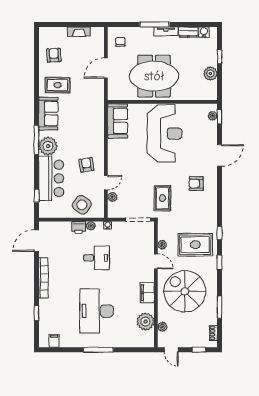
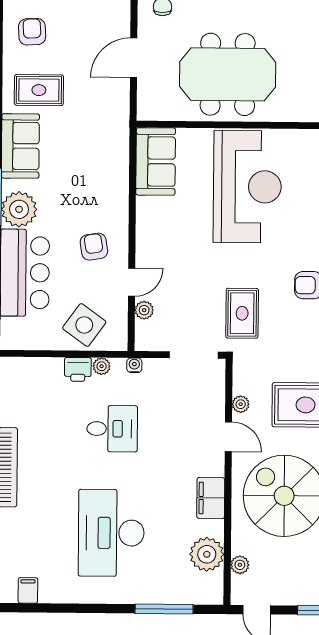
window: (98, 350) -> (164, 609), moved

